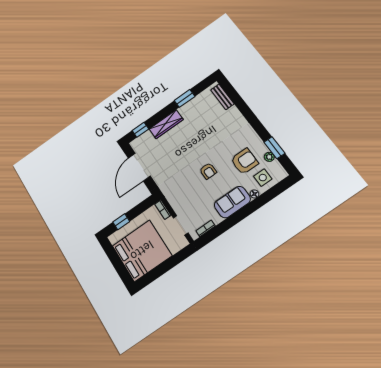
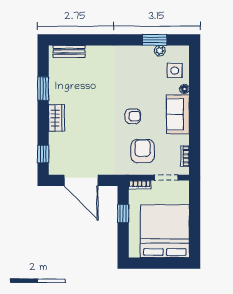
wardrobe: (166, 124) -> (56, 118), width x0.67
armchair: (244, 161) -> (143, 151), moved
window: (121, 222) -> (123, 214), moved

